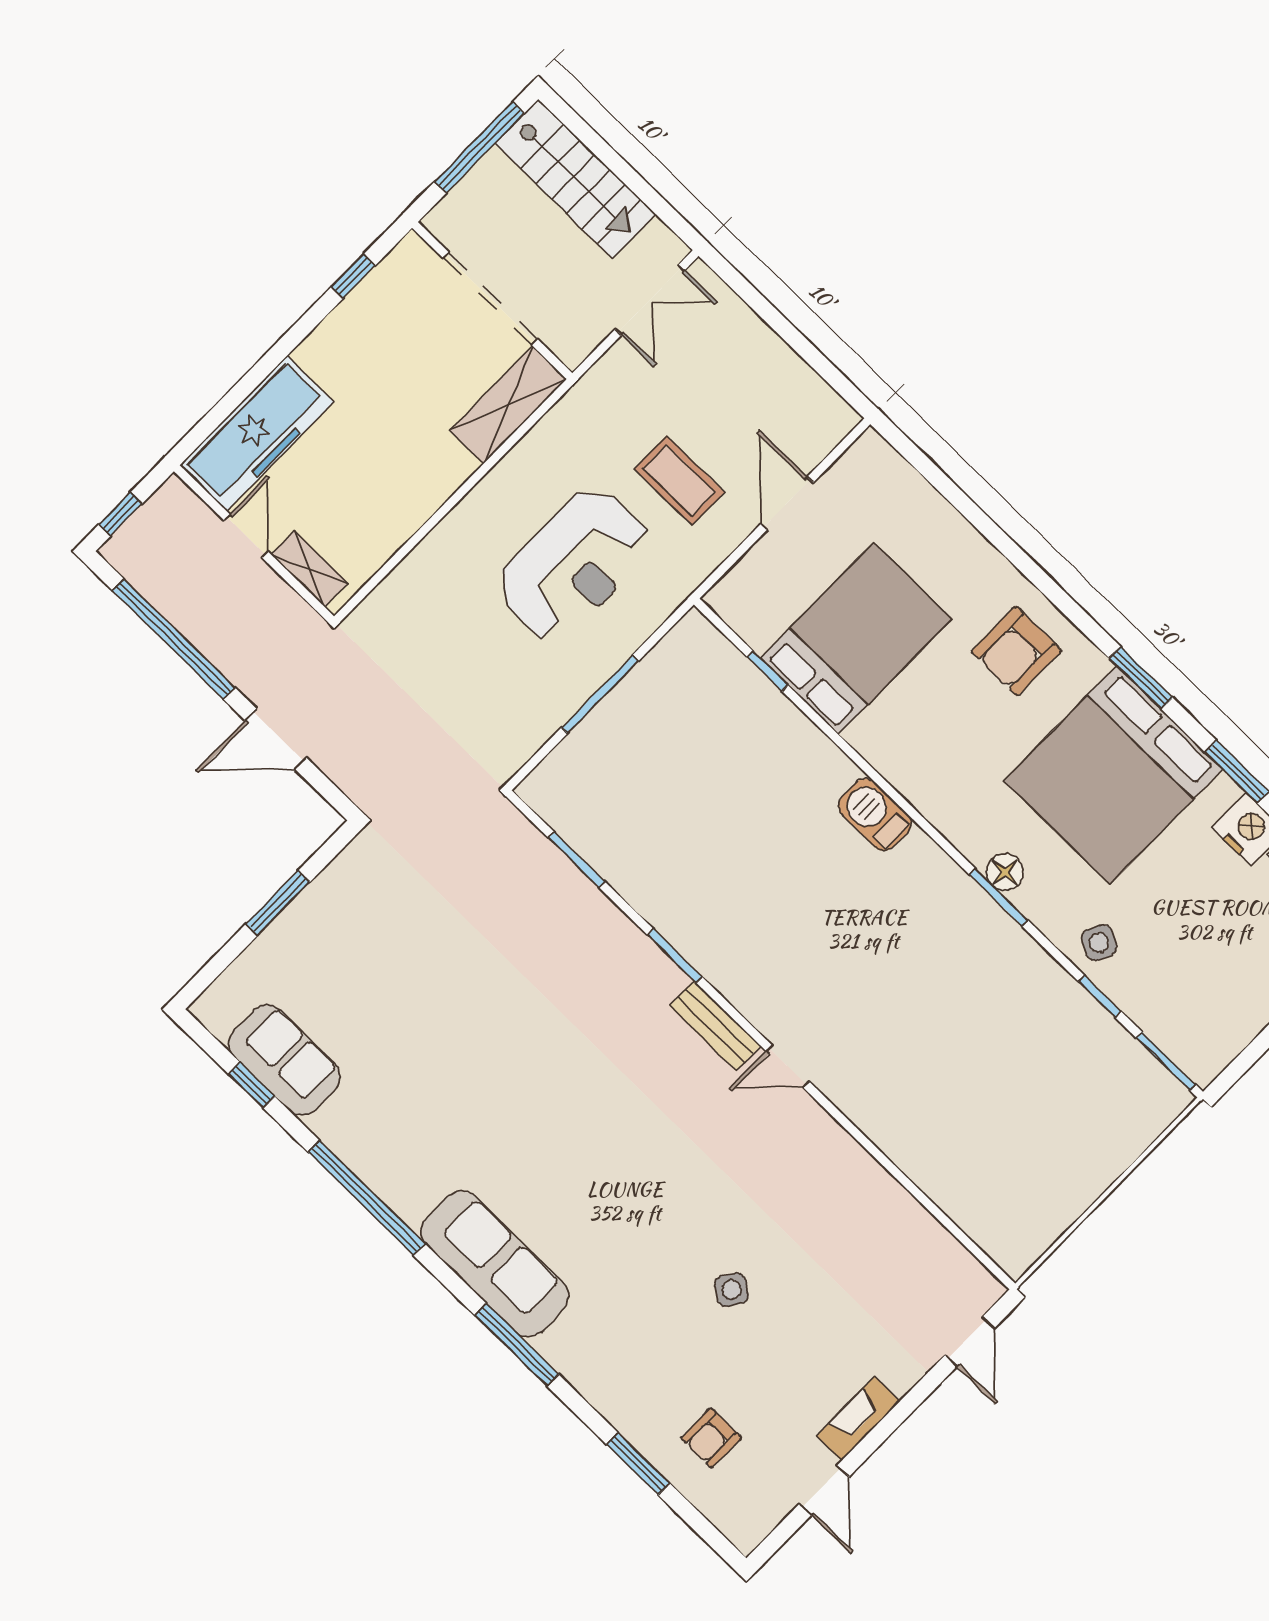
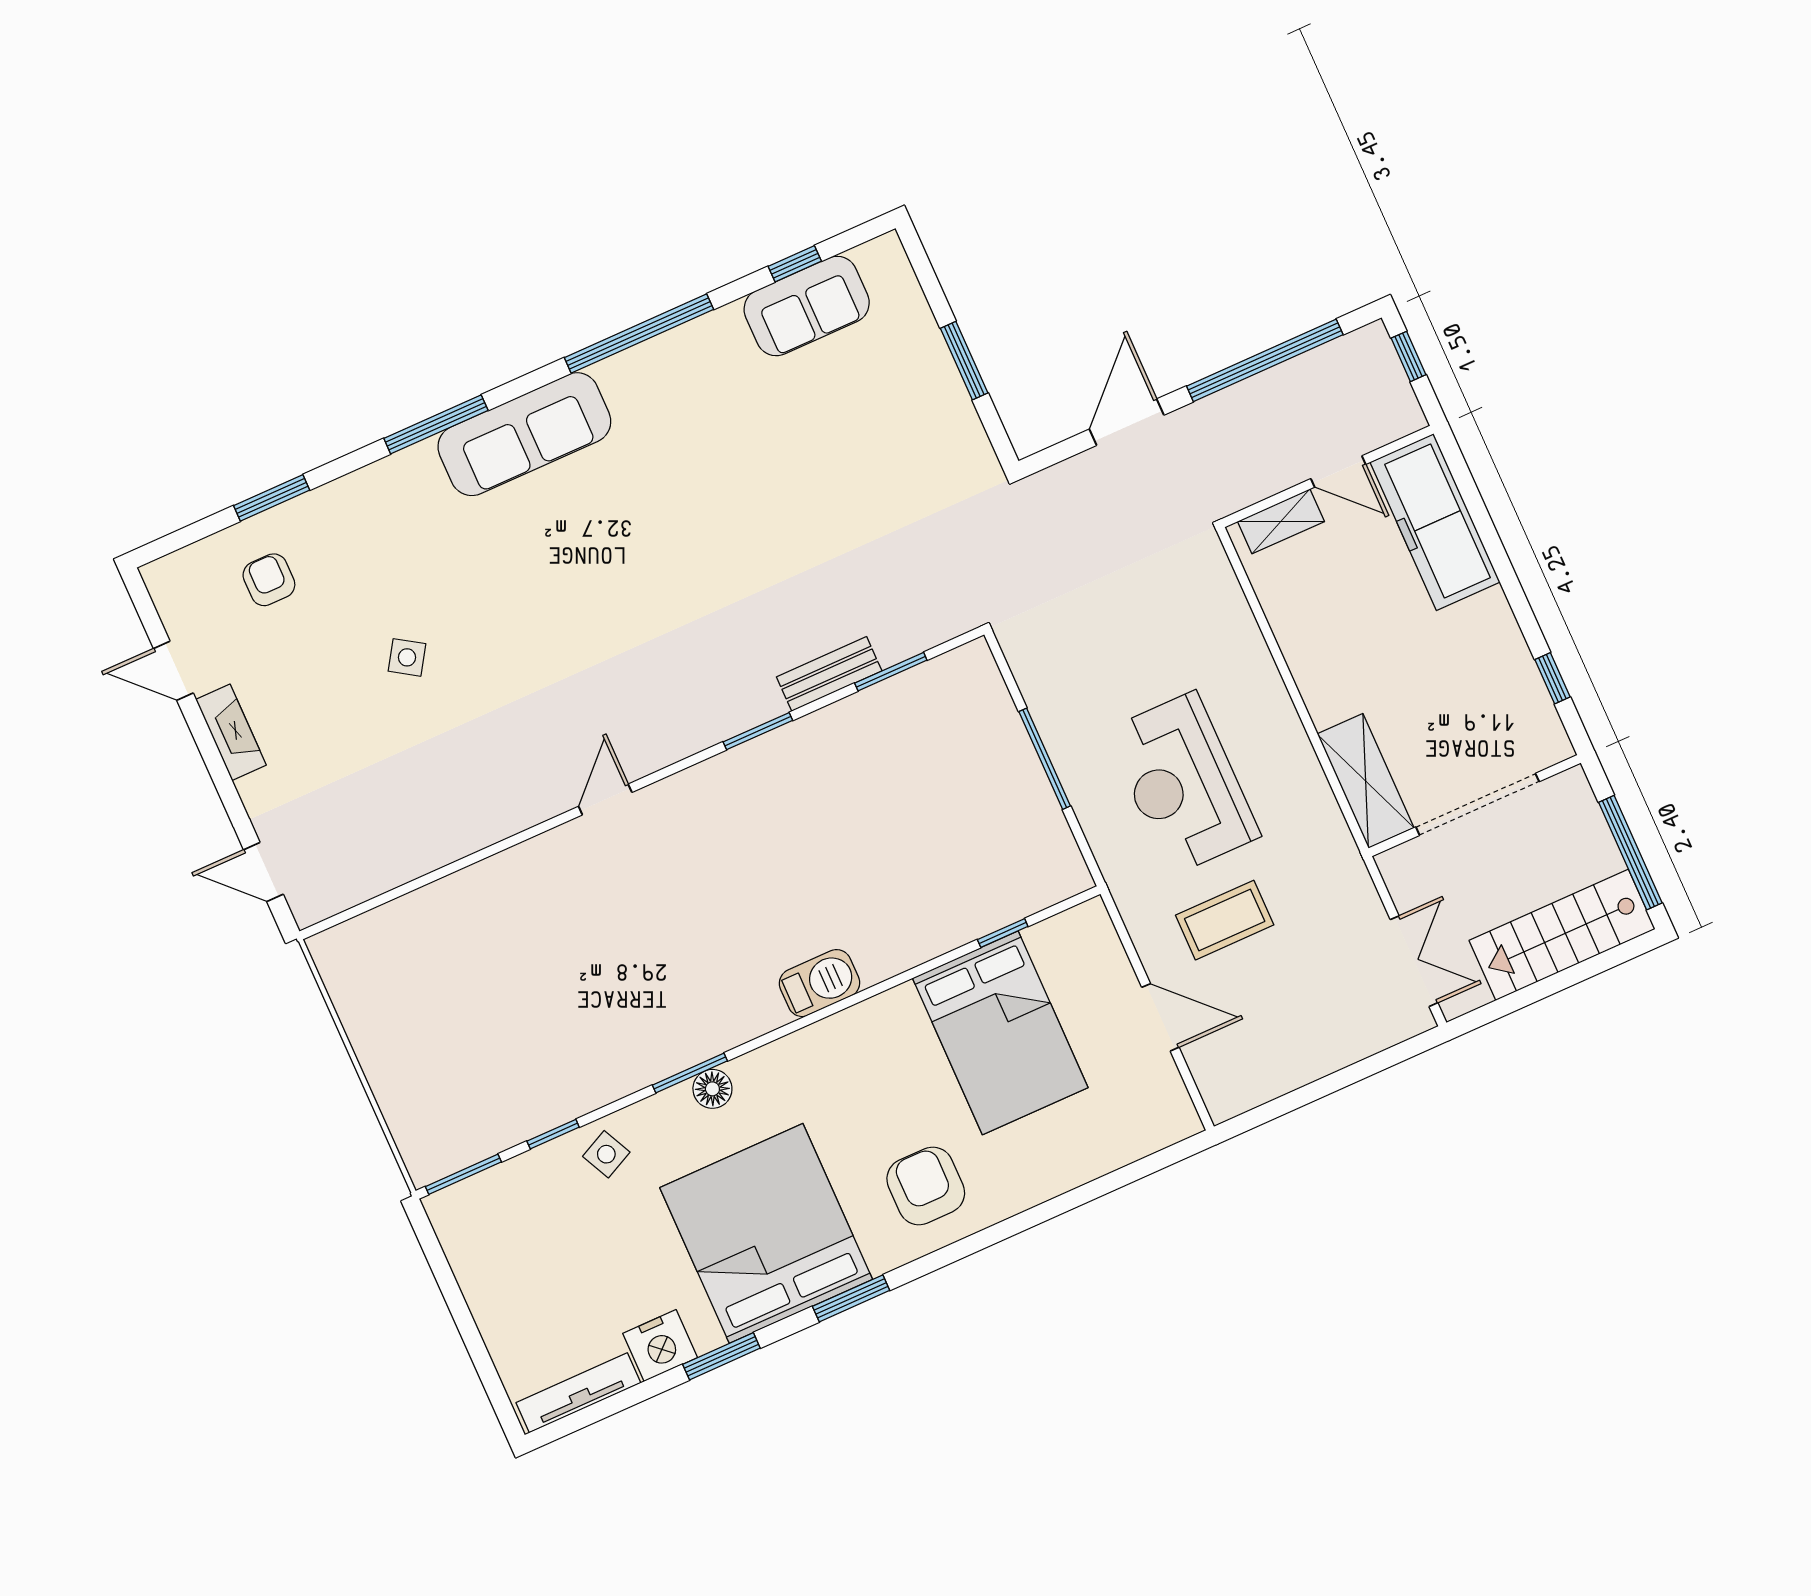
double door: (650, 300) -> (1414, 961), swing flipped
side table: (1099, 943) -> (606, 1154), turned 37
bench: (715, 1026) -> (829, 674), moved

